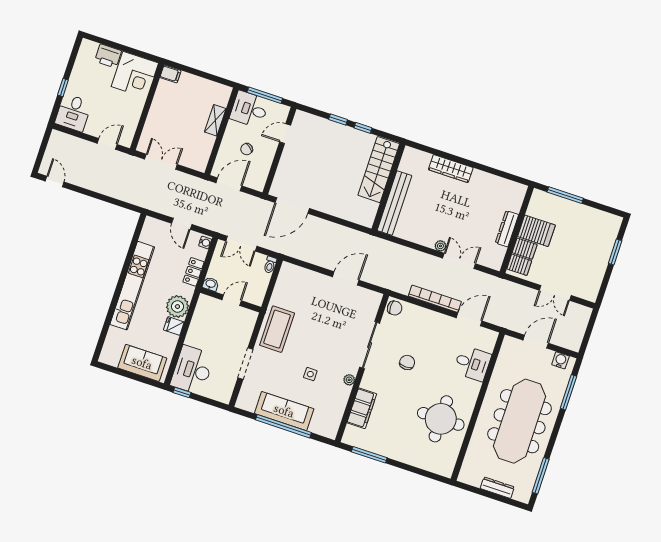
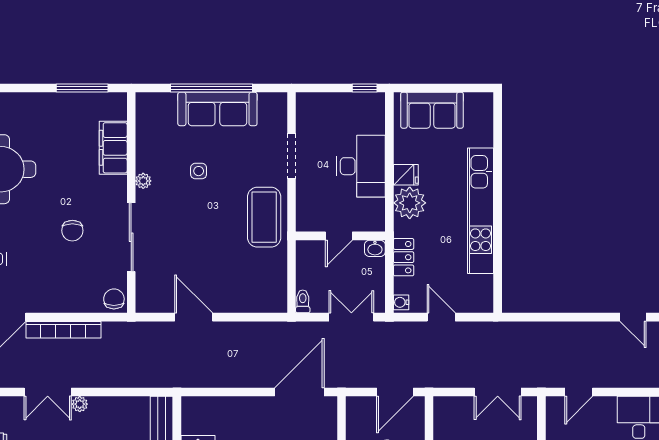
door: (346, 278) -> (194, 317), swing flipped
chair: (395, 308) -> (114, 299), turned 90
desk: (192, 370) -> (361, 166), moved

